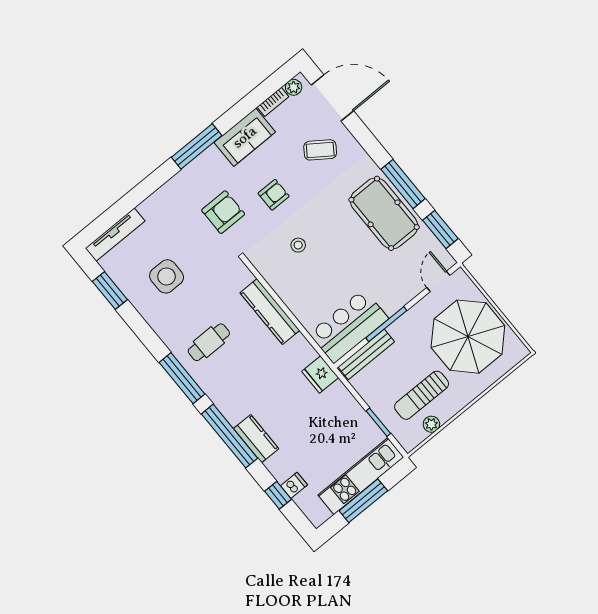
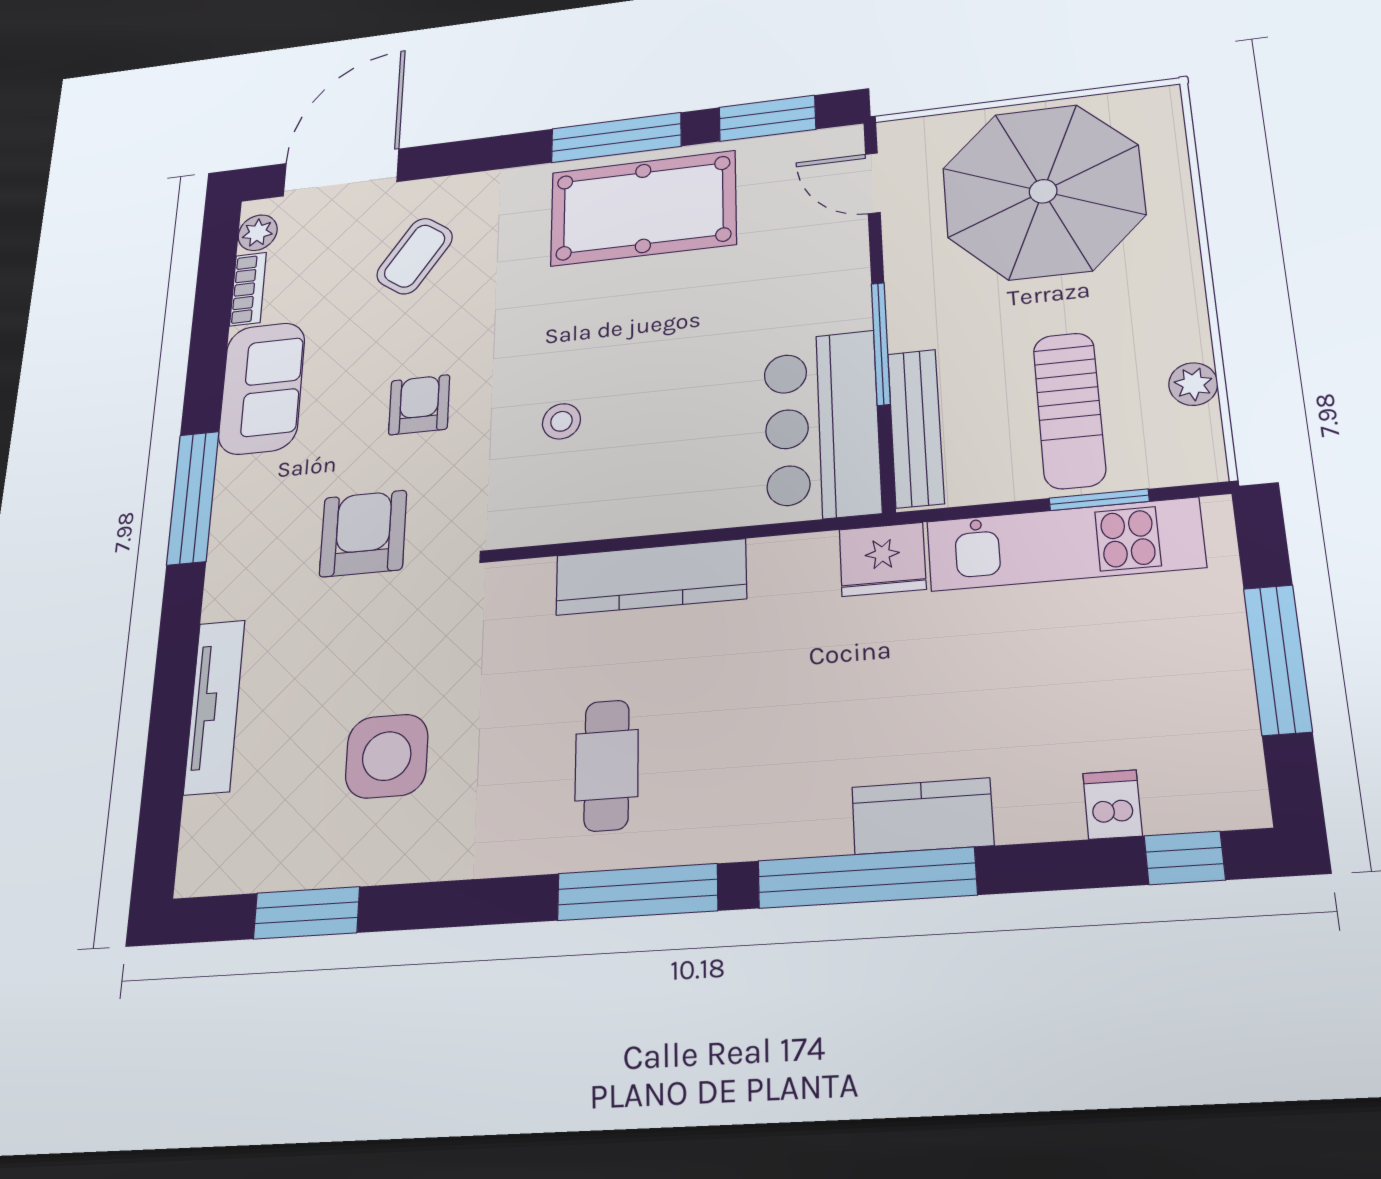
tv unit: (115, 235) -> (215, 707), moved
sun lounger: (422, 395) -> (1069, 410), moved
kitchen unit: (361, 476) -> (1065, 544), moved, turned -90
window: (278, 495) -> (1185, 858), moved

